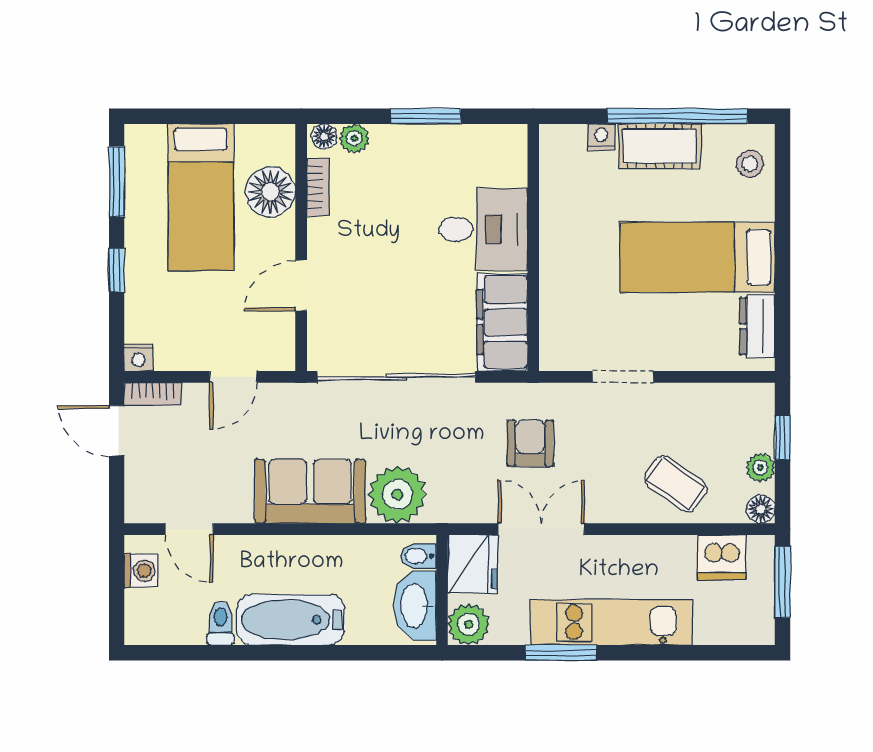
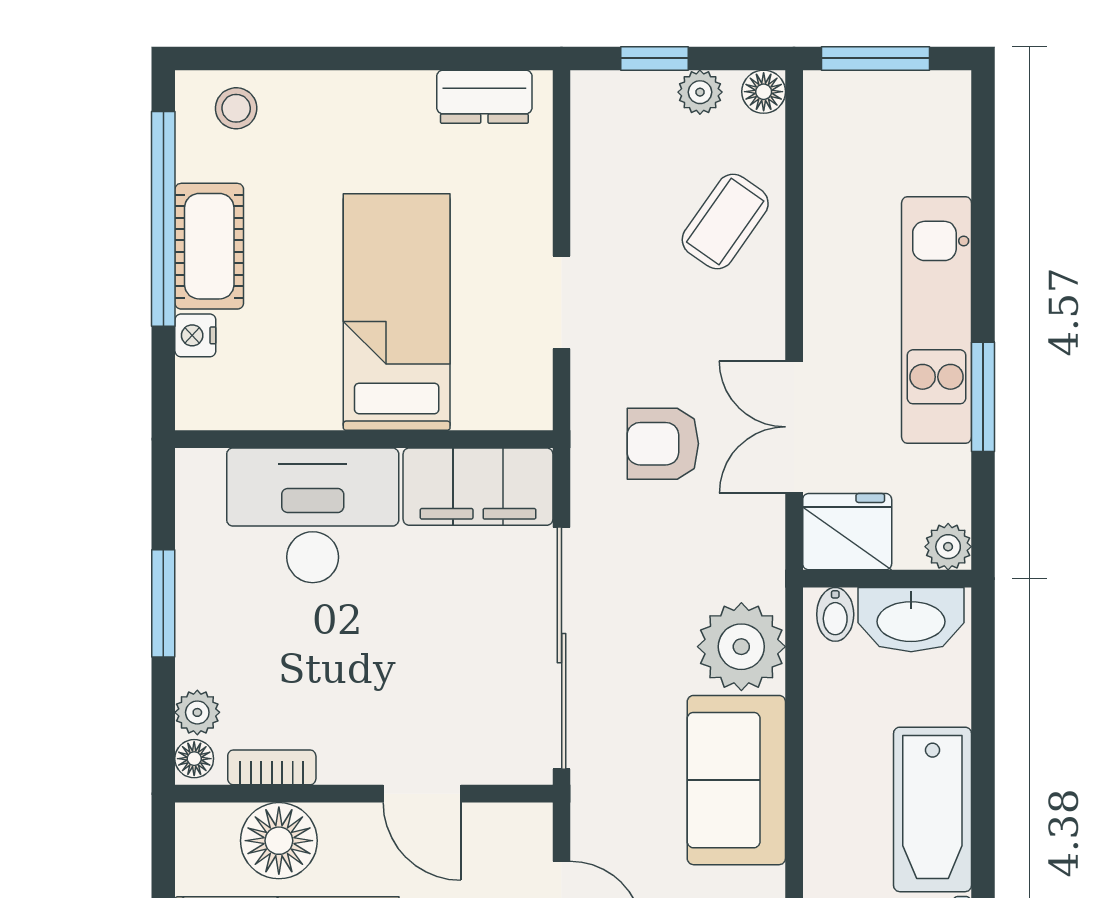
desk: (483, 229) -> (313, 515), width x1.37
bed: (697, 257) -> (397, 312), moved, turned 180
dishwasher: (722, 557) -> (837, 152), removed
plant: (469, 624) -> (948, 547), width x0.73, depth x0.73

